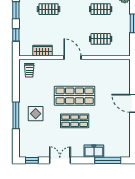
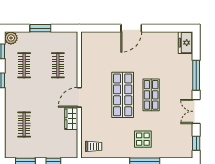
wardrobe: (43, 51) -> (71, 119), moved
freezer: (94, 151) -> (186, 43), moved
window: (108, 160) -> (196, 75), moved

